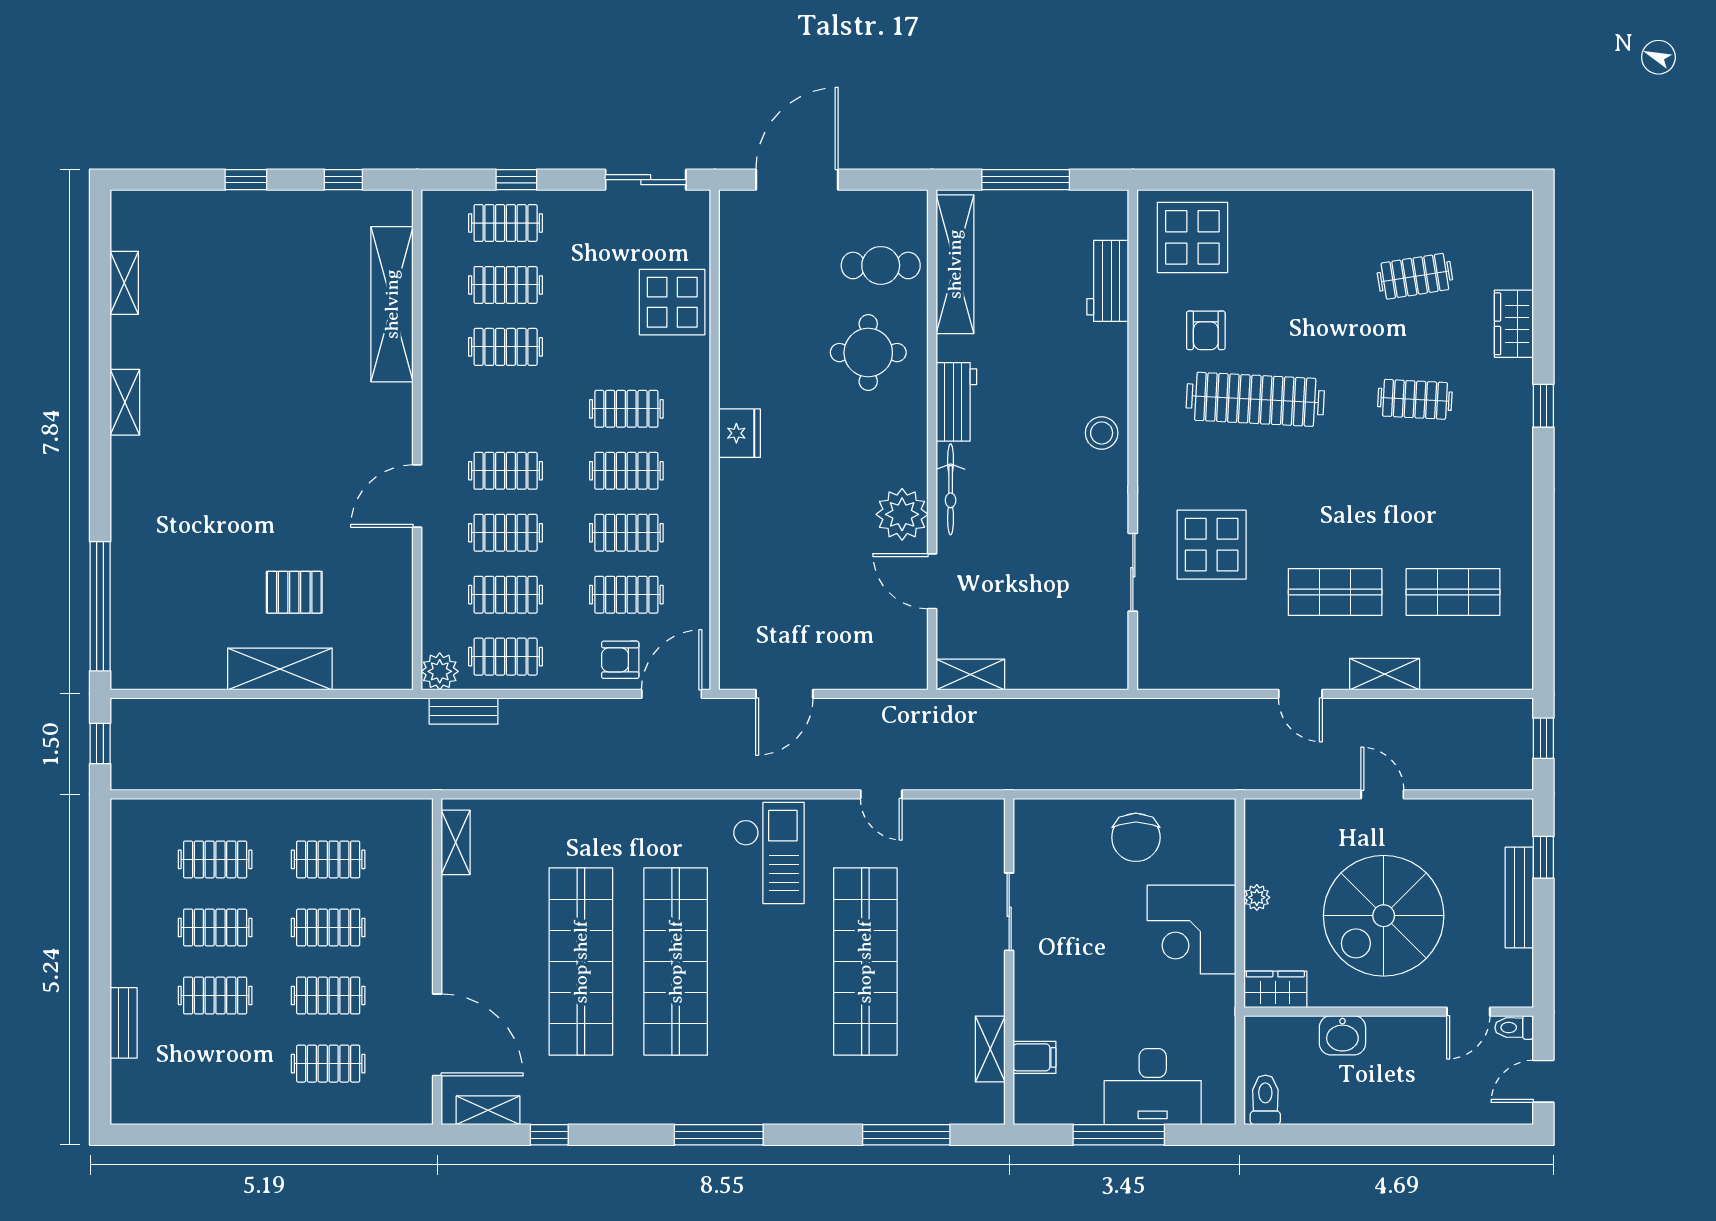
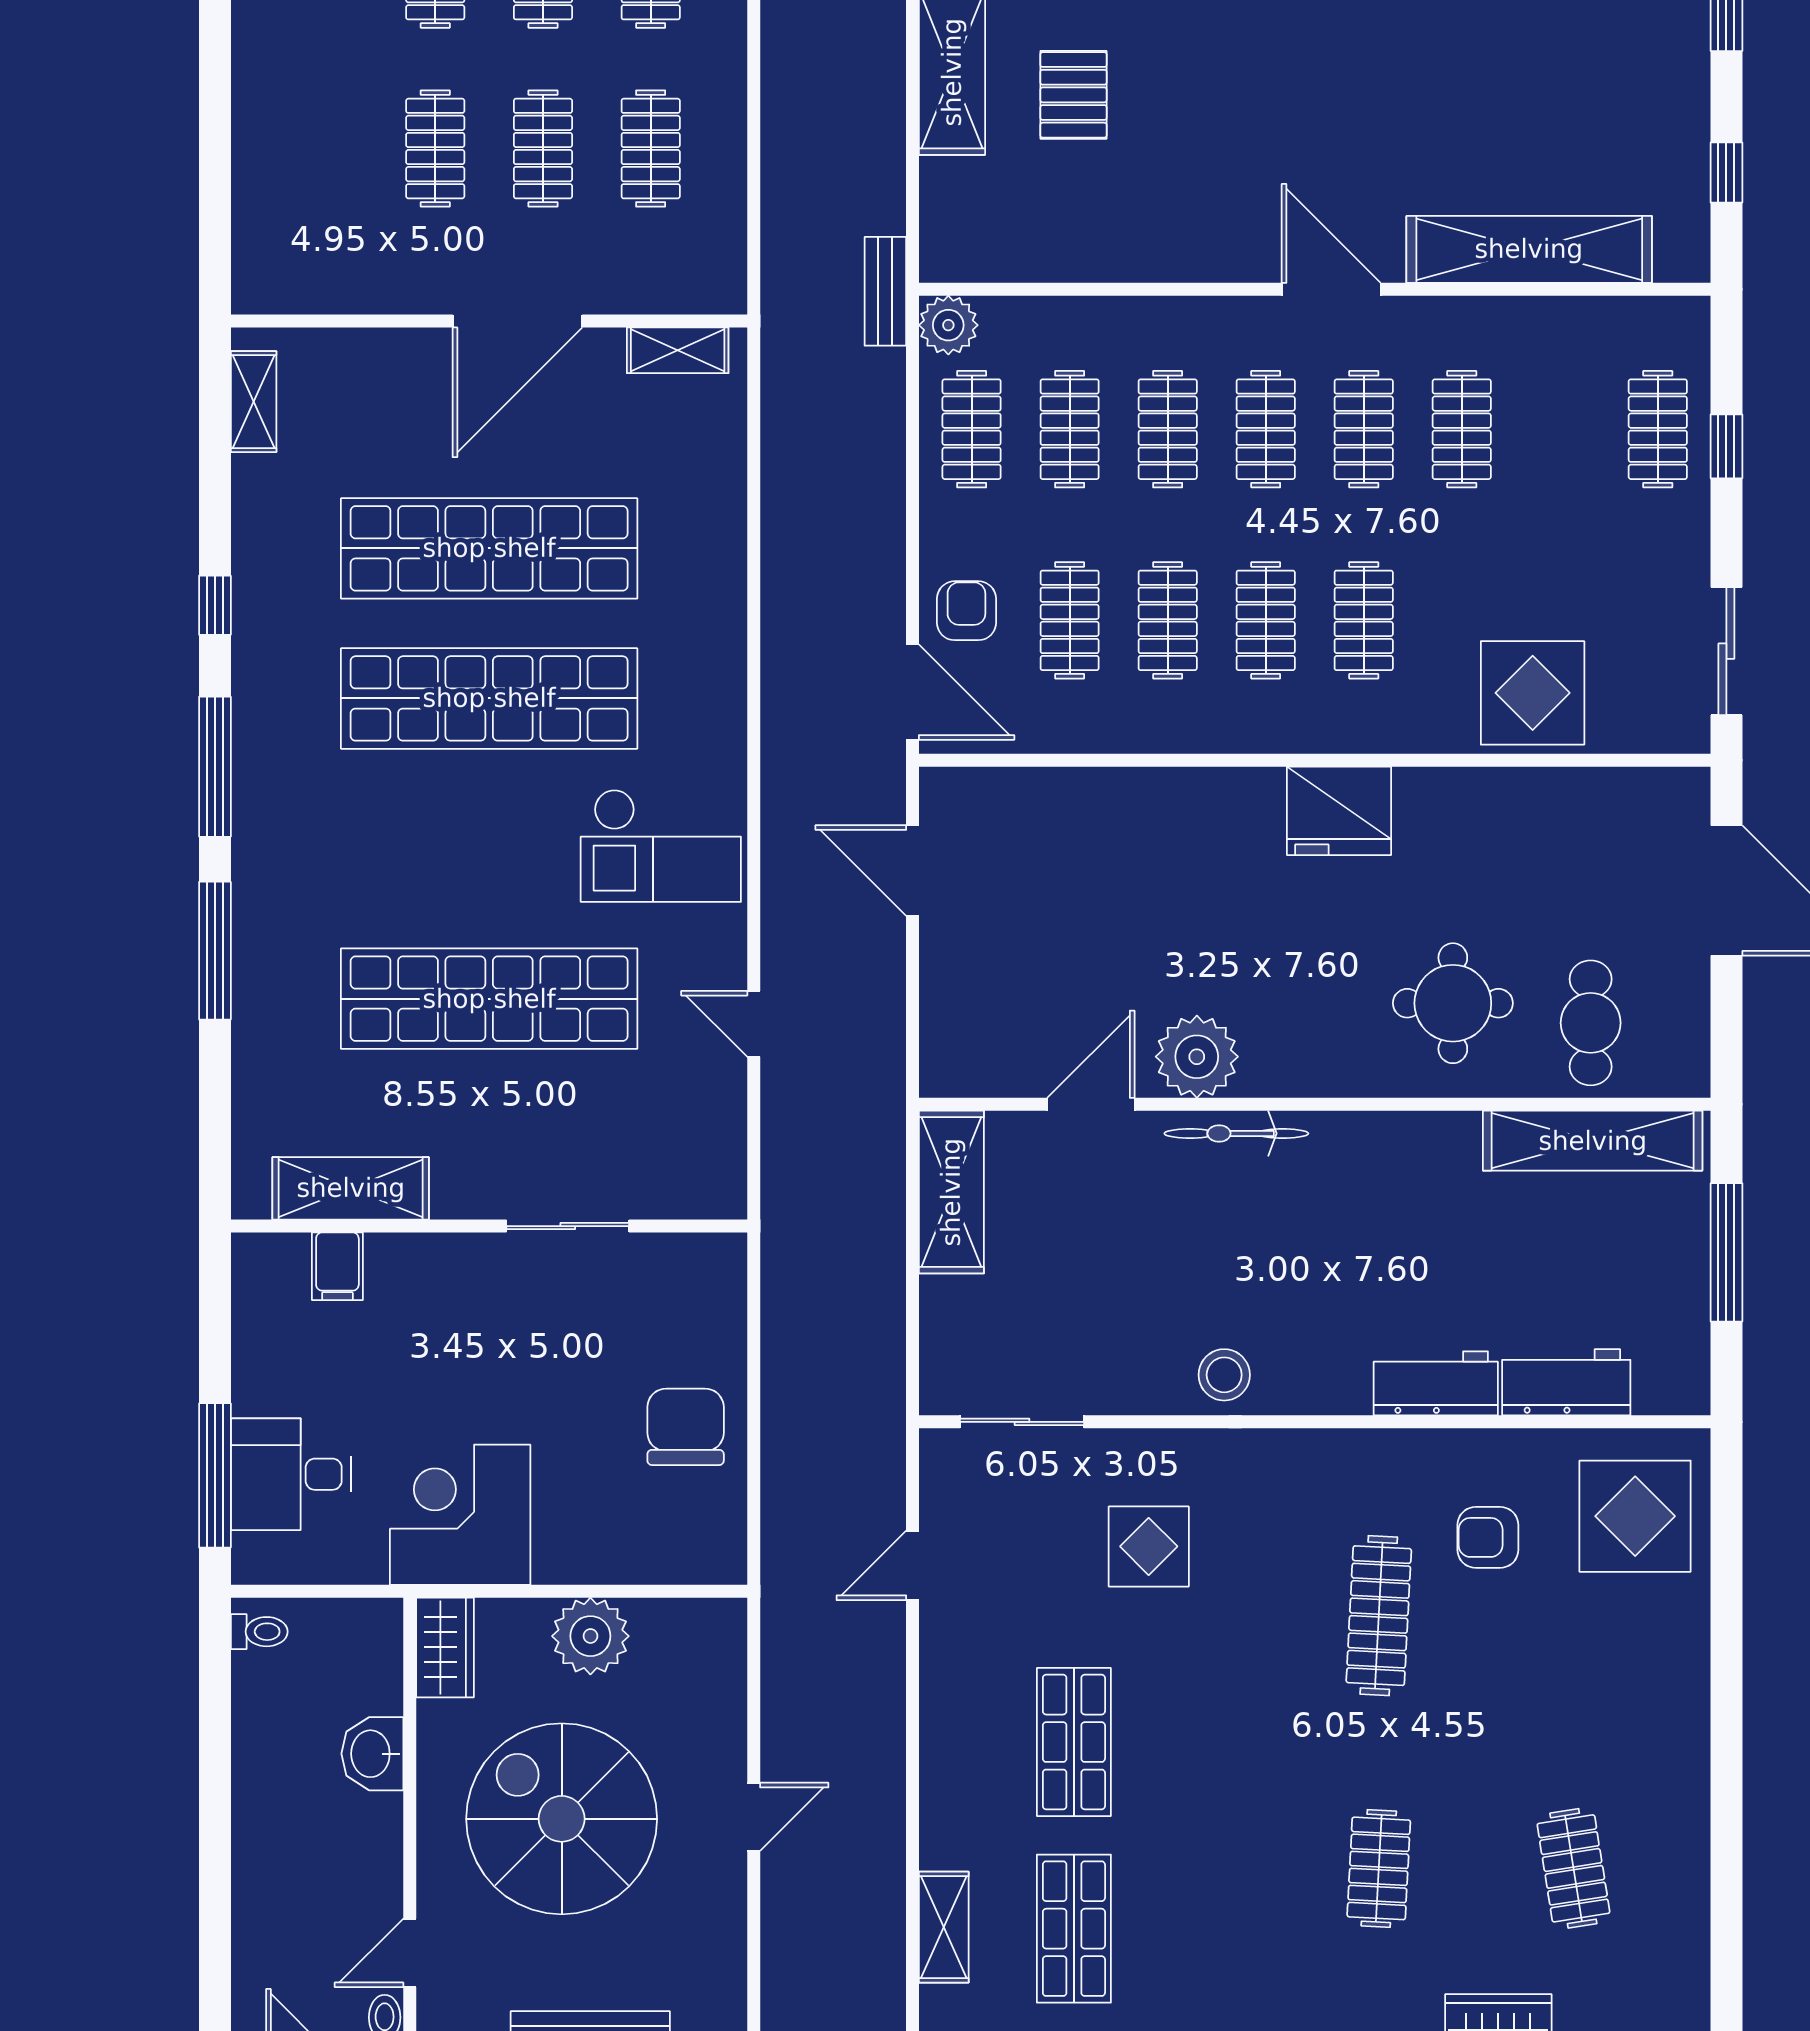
clothes rail: (506, 285) -> (1364, 429), moved
clothes rail: (1255, 399) -> (1379, 1616), width x0.73, depth x0.76
workbench: (956, 402) -> (1436, 1383), moved, turned 180
fridge: (740, 433) -> (1339, 811), width x1.36, depth x1.34
stool: (1102, 433) -> (1224, 1375), moved
door: (417, 496) -> (1331, 289), moved
display table: (1212, 545) -> (1149, 1546), width x0.73, depth x0.73
sliding door: (1133, 572) -> (1022, 1422), moved
shelving: (1385, 674) -> (944, 1927), moved
shelving: (970, 675) -> (951, 1192), width x1.50, depth x1.33
door: (1300, 694) -> (912, 1565), moved
bench: (464, 711) -> (885, 291), moved
door: (881, 794) -> (754, 1024), hinge flipped
chair: (1136, 837) -> (686, 1427), turned 90
plant: (1257, 897) -> (590, 1636), width x1.87, depth x1.87
corner desk: (1191, 930) -> (460, 1515), moved
door: (1468, 1012) -> (410, 1953), hinge flipped
door: (437, 1035) -> (517, 321), moved
shelving: (990, 1049) -> (351, 1188), width x1.50, depth x1.33
clothes rail: (328, 1064) -> (328, 149), removed
desk: (1153, 1087) -> (291, 1474), width x0.73
toilet: (1265, 1100) -> (259, 1632), width x0.73, depth x0.72
window: (549, 1135) -> (215, 605), moved
window: (906, 1135) -> (215, 951), moved
window: (1119, 1135) -> (215, 1475), moved

